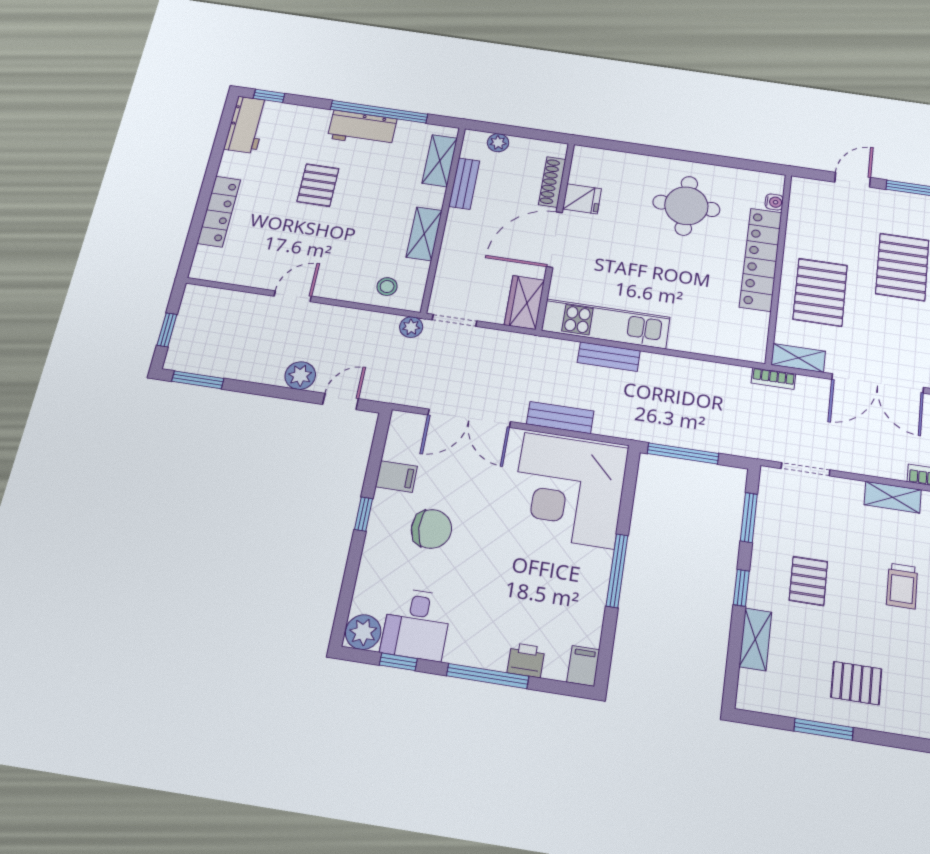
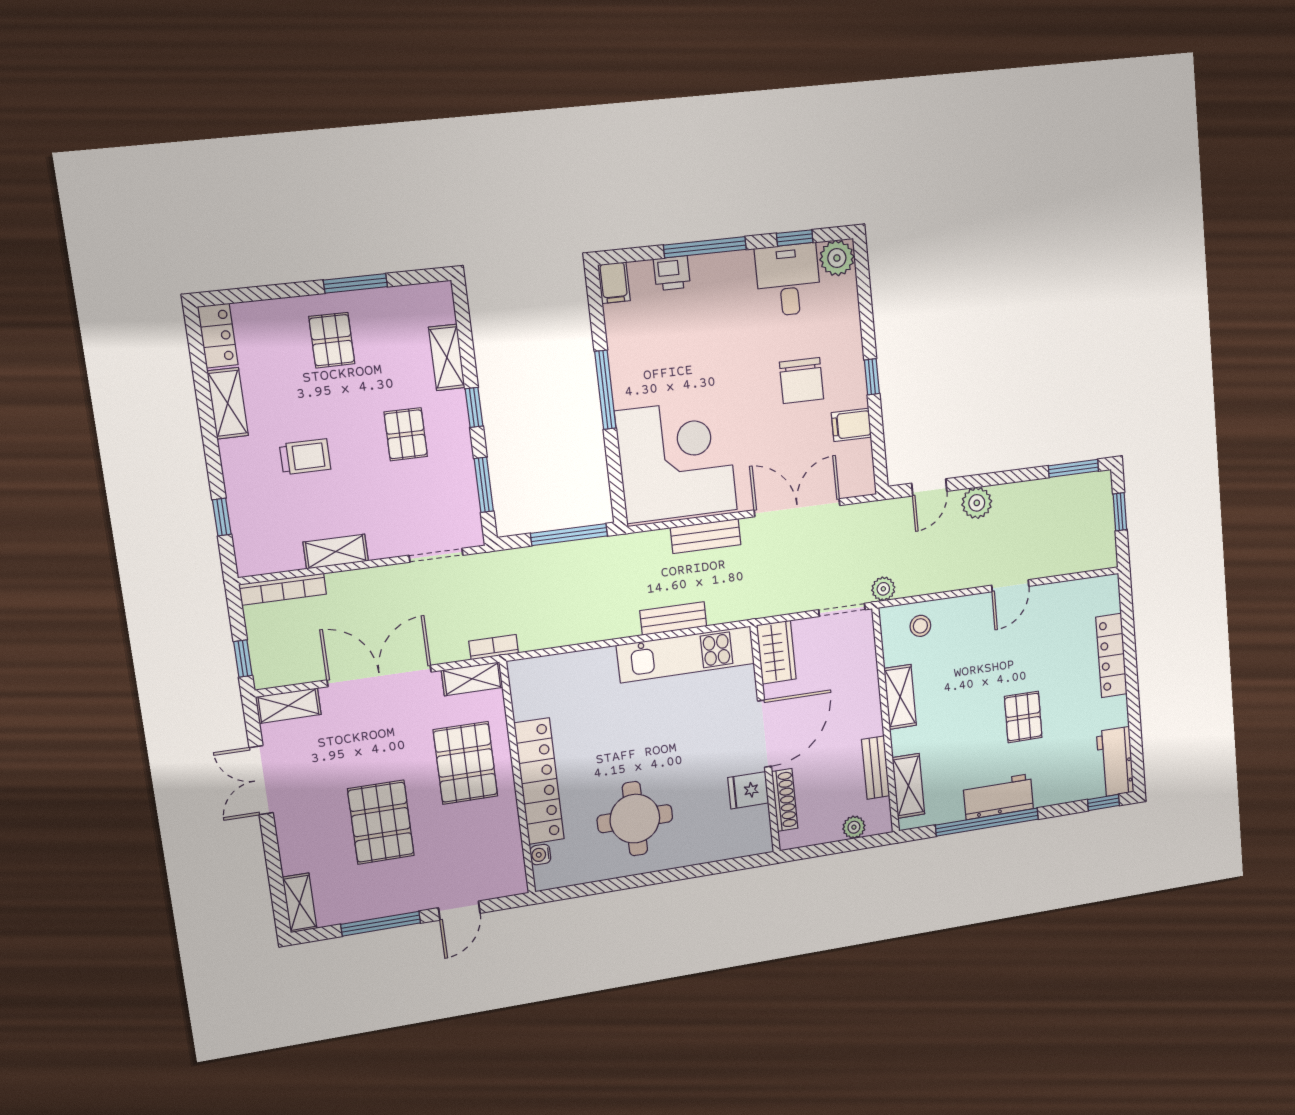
chair: (431, 529) -> (801, 380), turned -86
trolley: (902, 586) -> (305, 457), turned 90
pallet: (856, 683) -> (332, 340), turned 90

